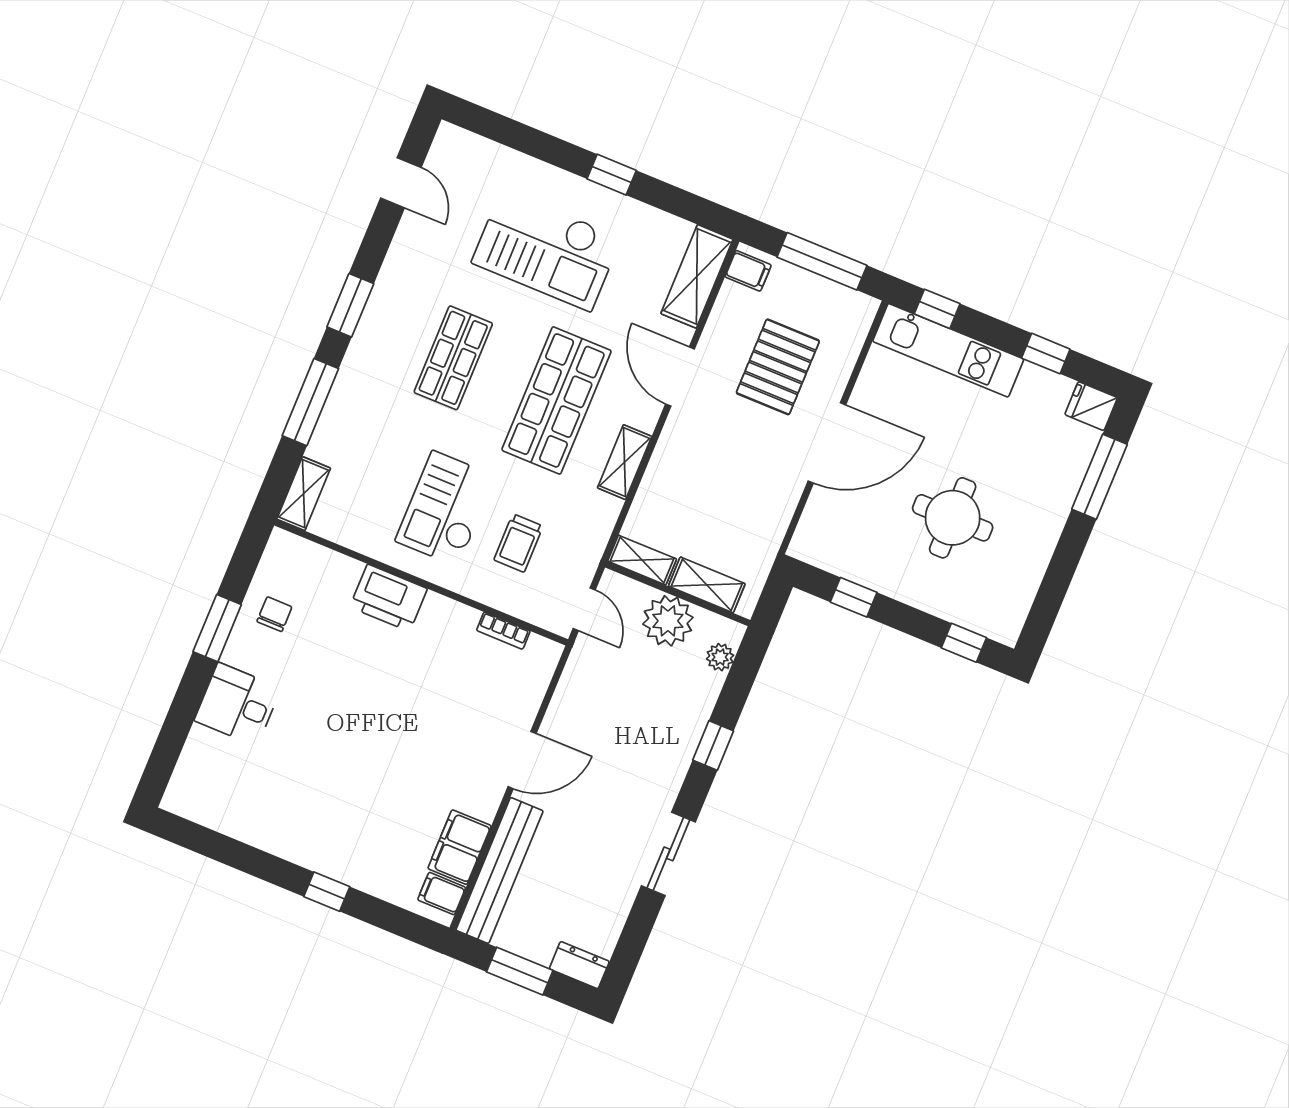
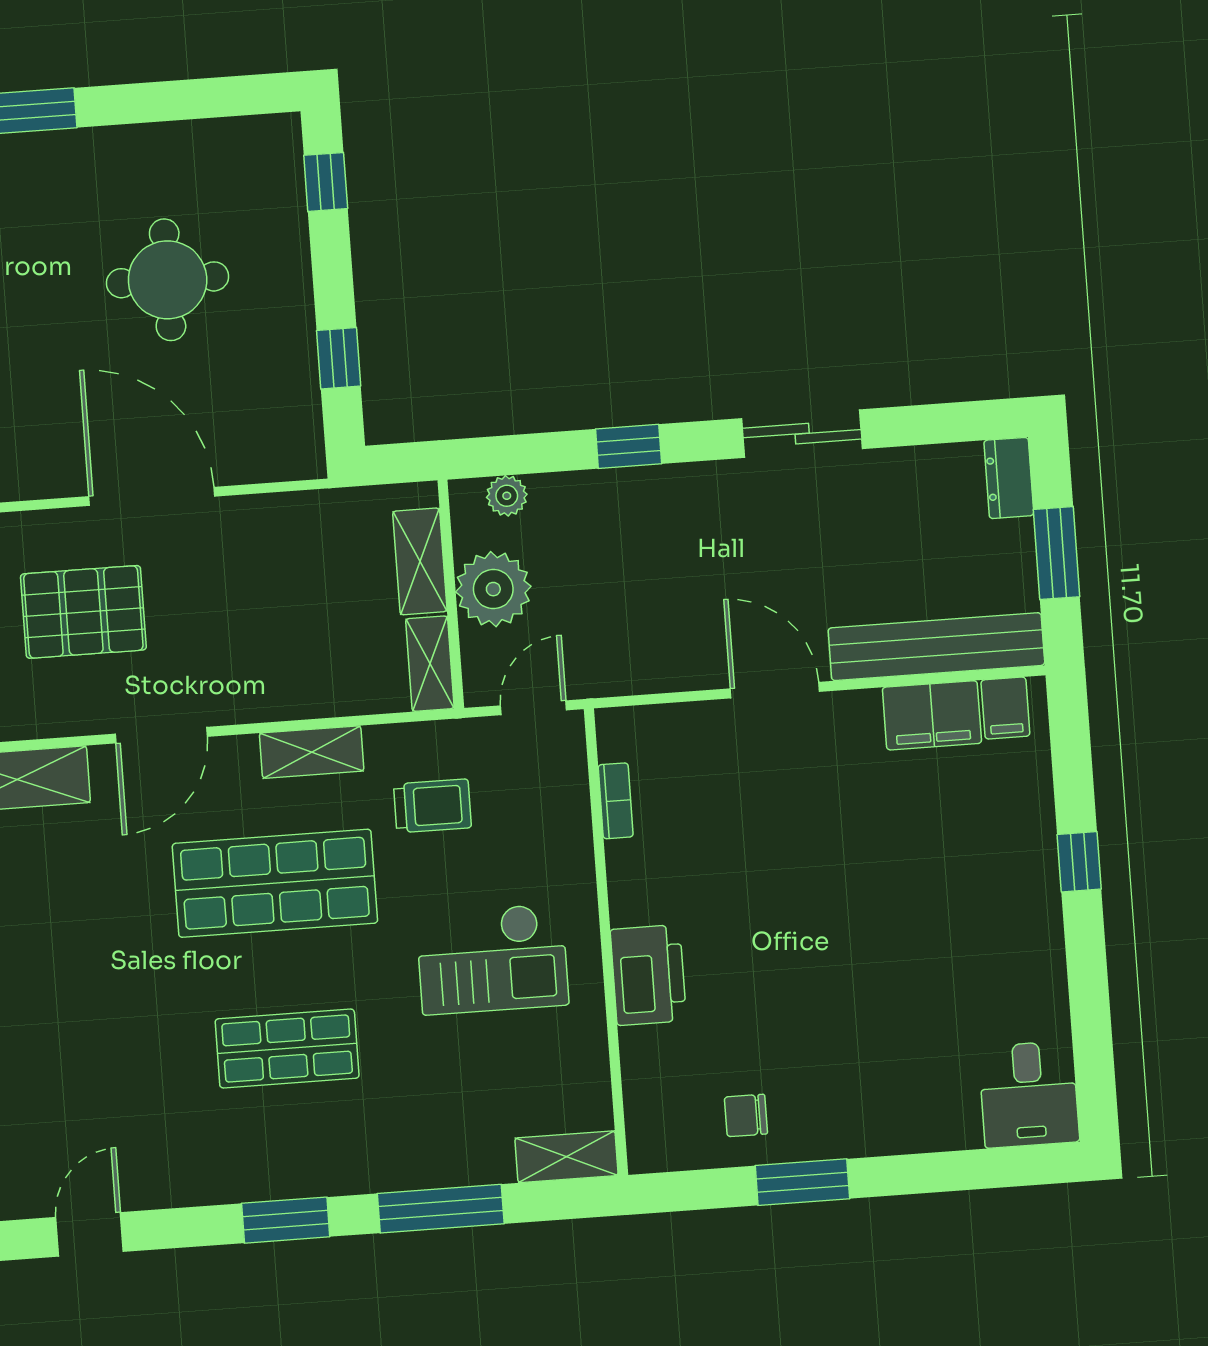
checkout: (546, 250) -> (82, 997), removed
trolley: (518, 543) -> (432, 806), moved
desk: (238, 704) -> (1029, 1094), moved

